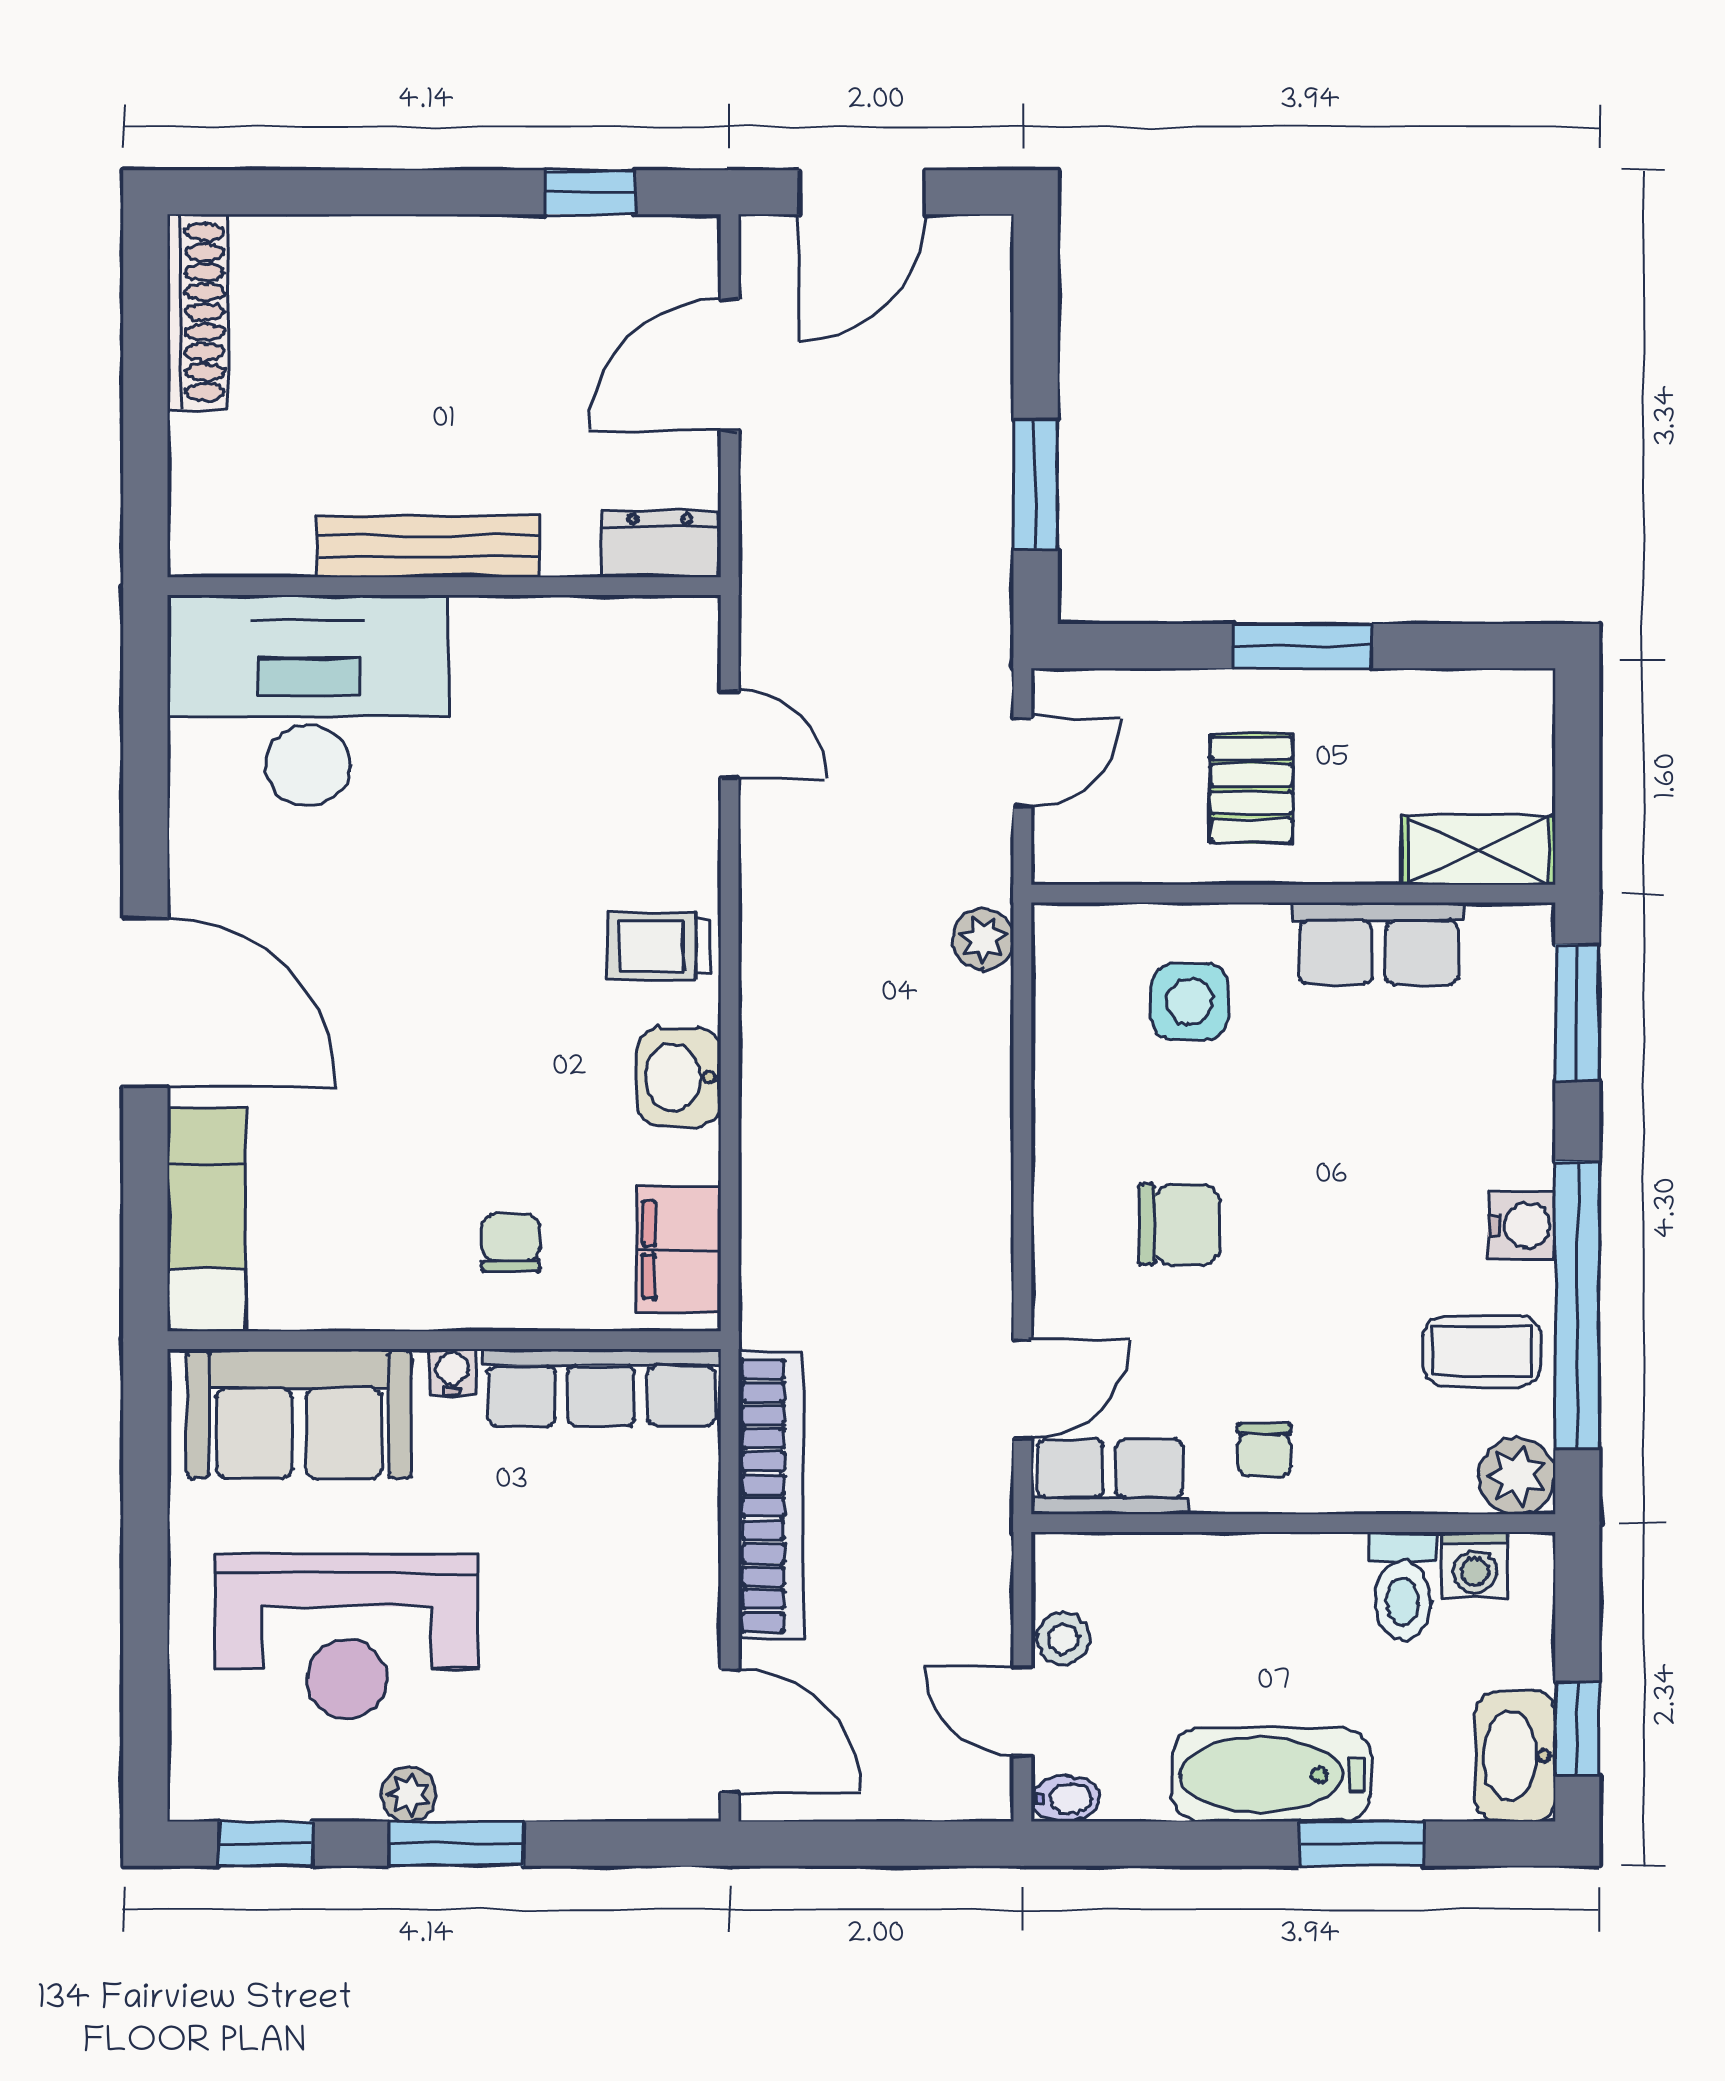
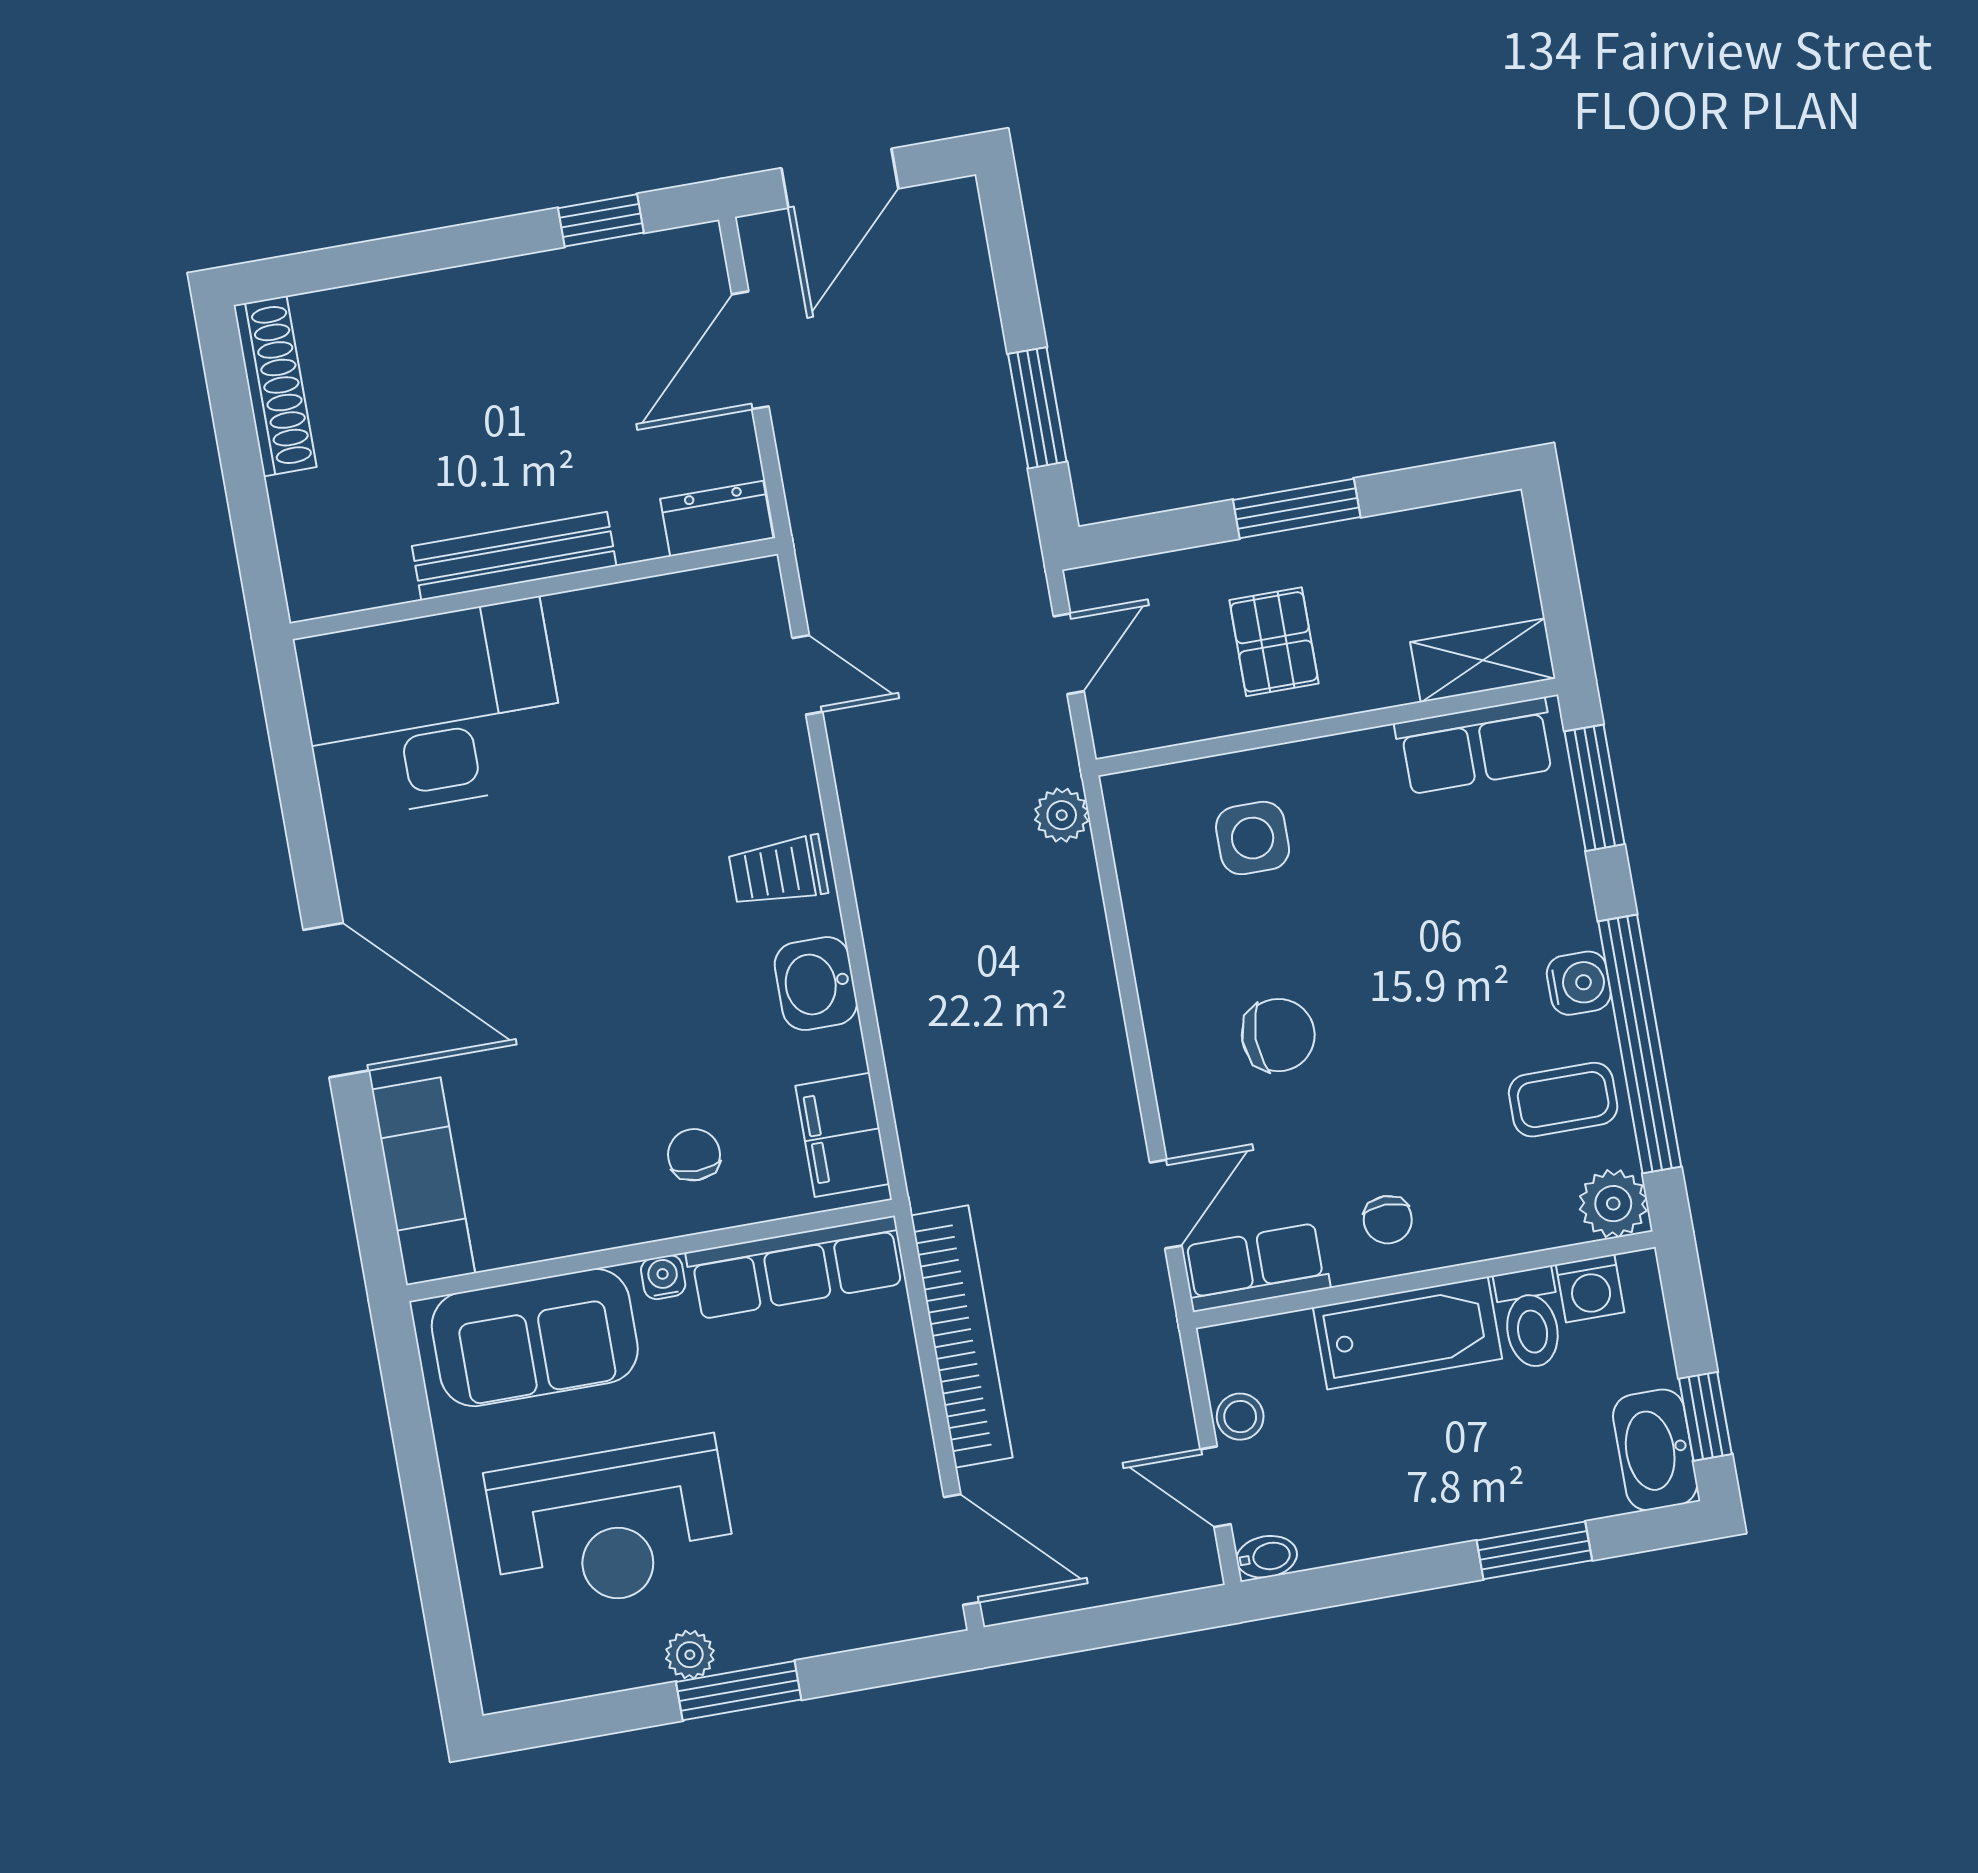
row of seats: (1379, 943) -> (1476, 746), moved
bathtub: (1271, 1775) -> (1408, 1333), moved, turned 180
window: (266, 1844) -> (572, 1720), removed

